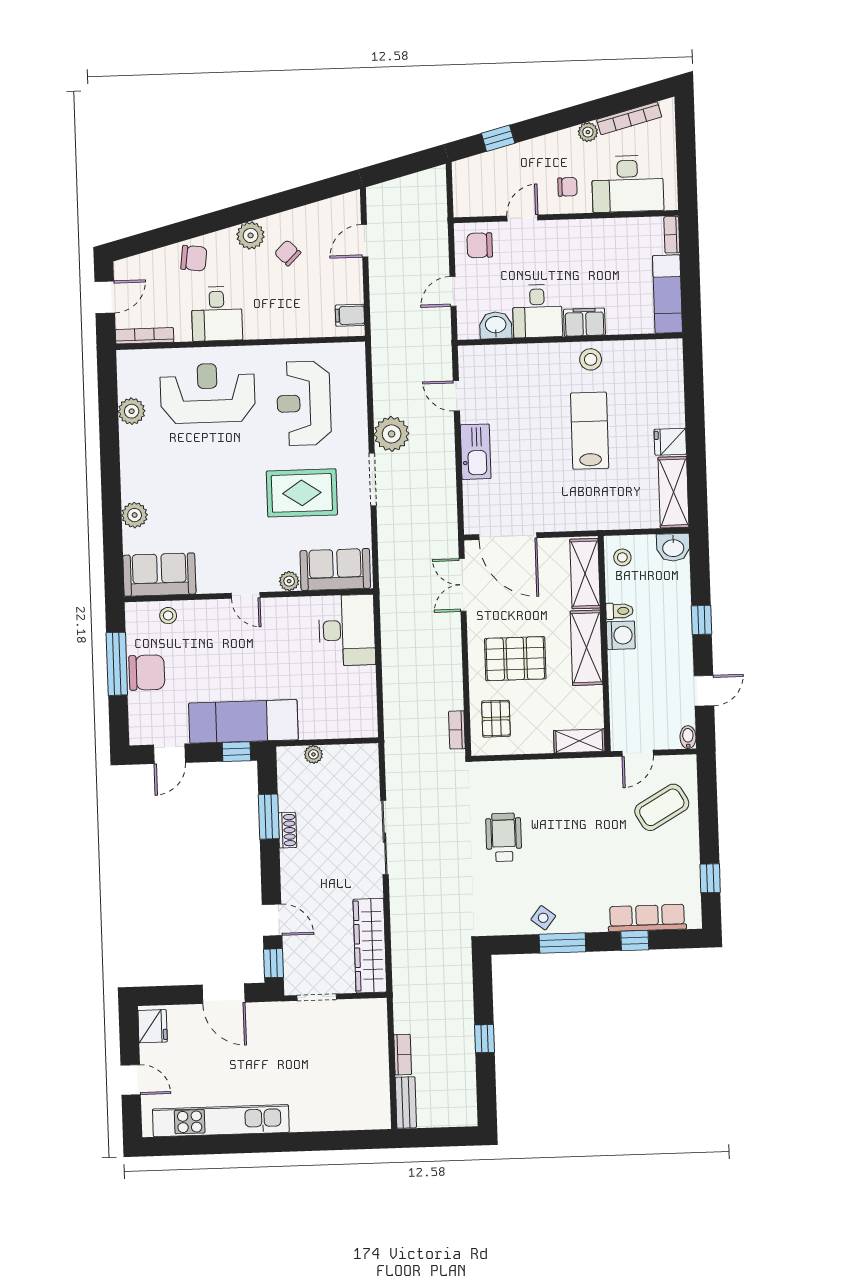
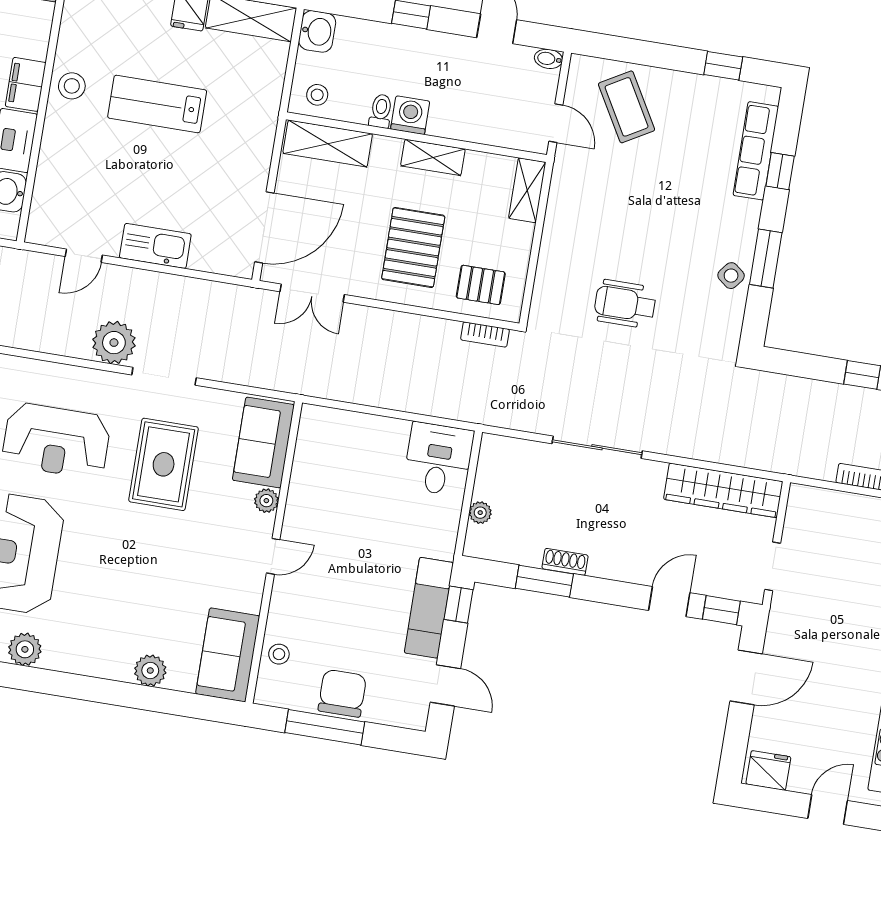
desk: (347, 630) -> (439, 459), moved, width x0.73
shelving: (586, 648) -> (433, 157), width x0.67, depth x0.75
exam couch: (243, 721) -> (429, 608), width x0.73, depth x0.69

